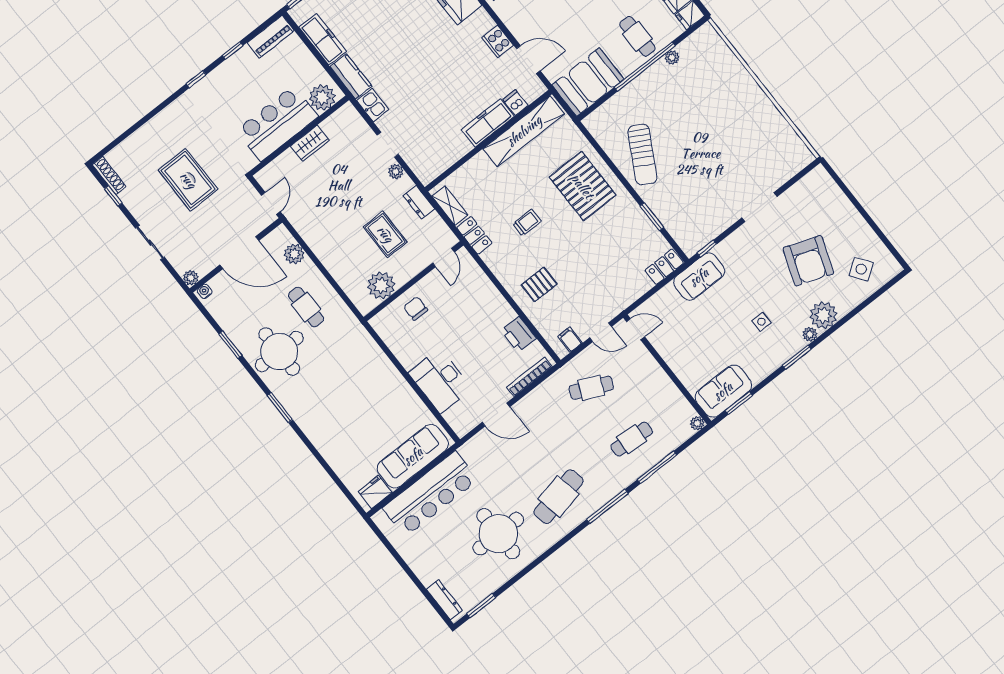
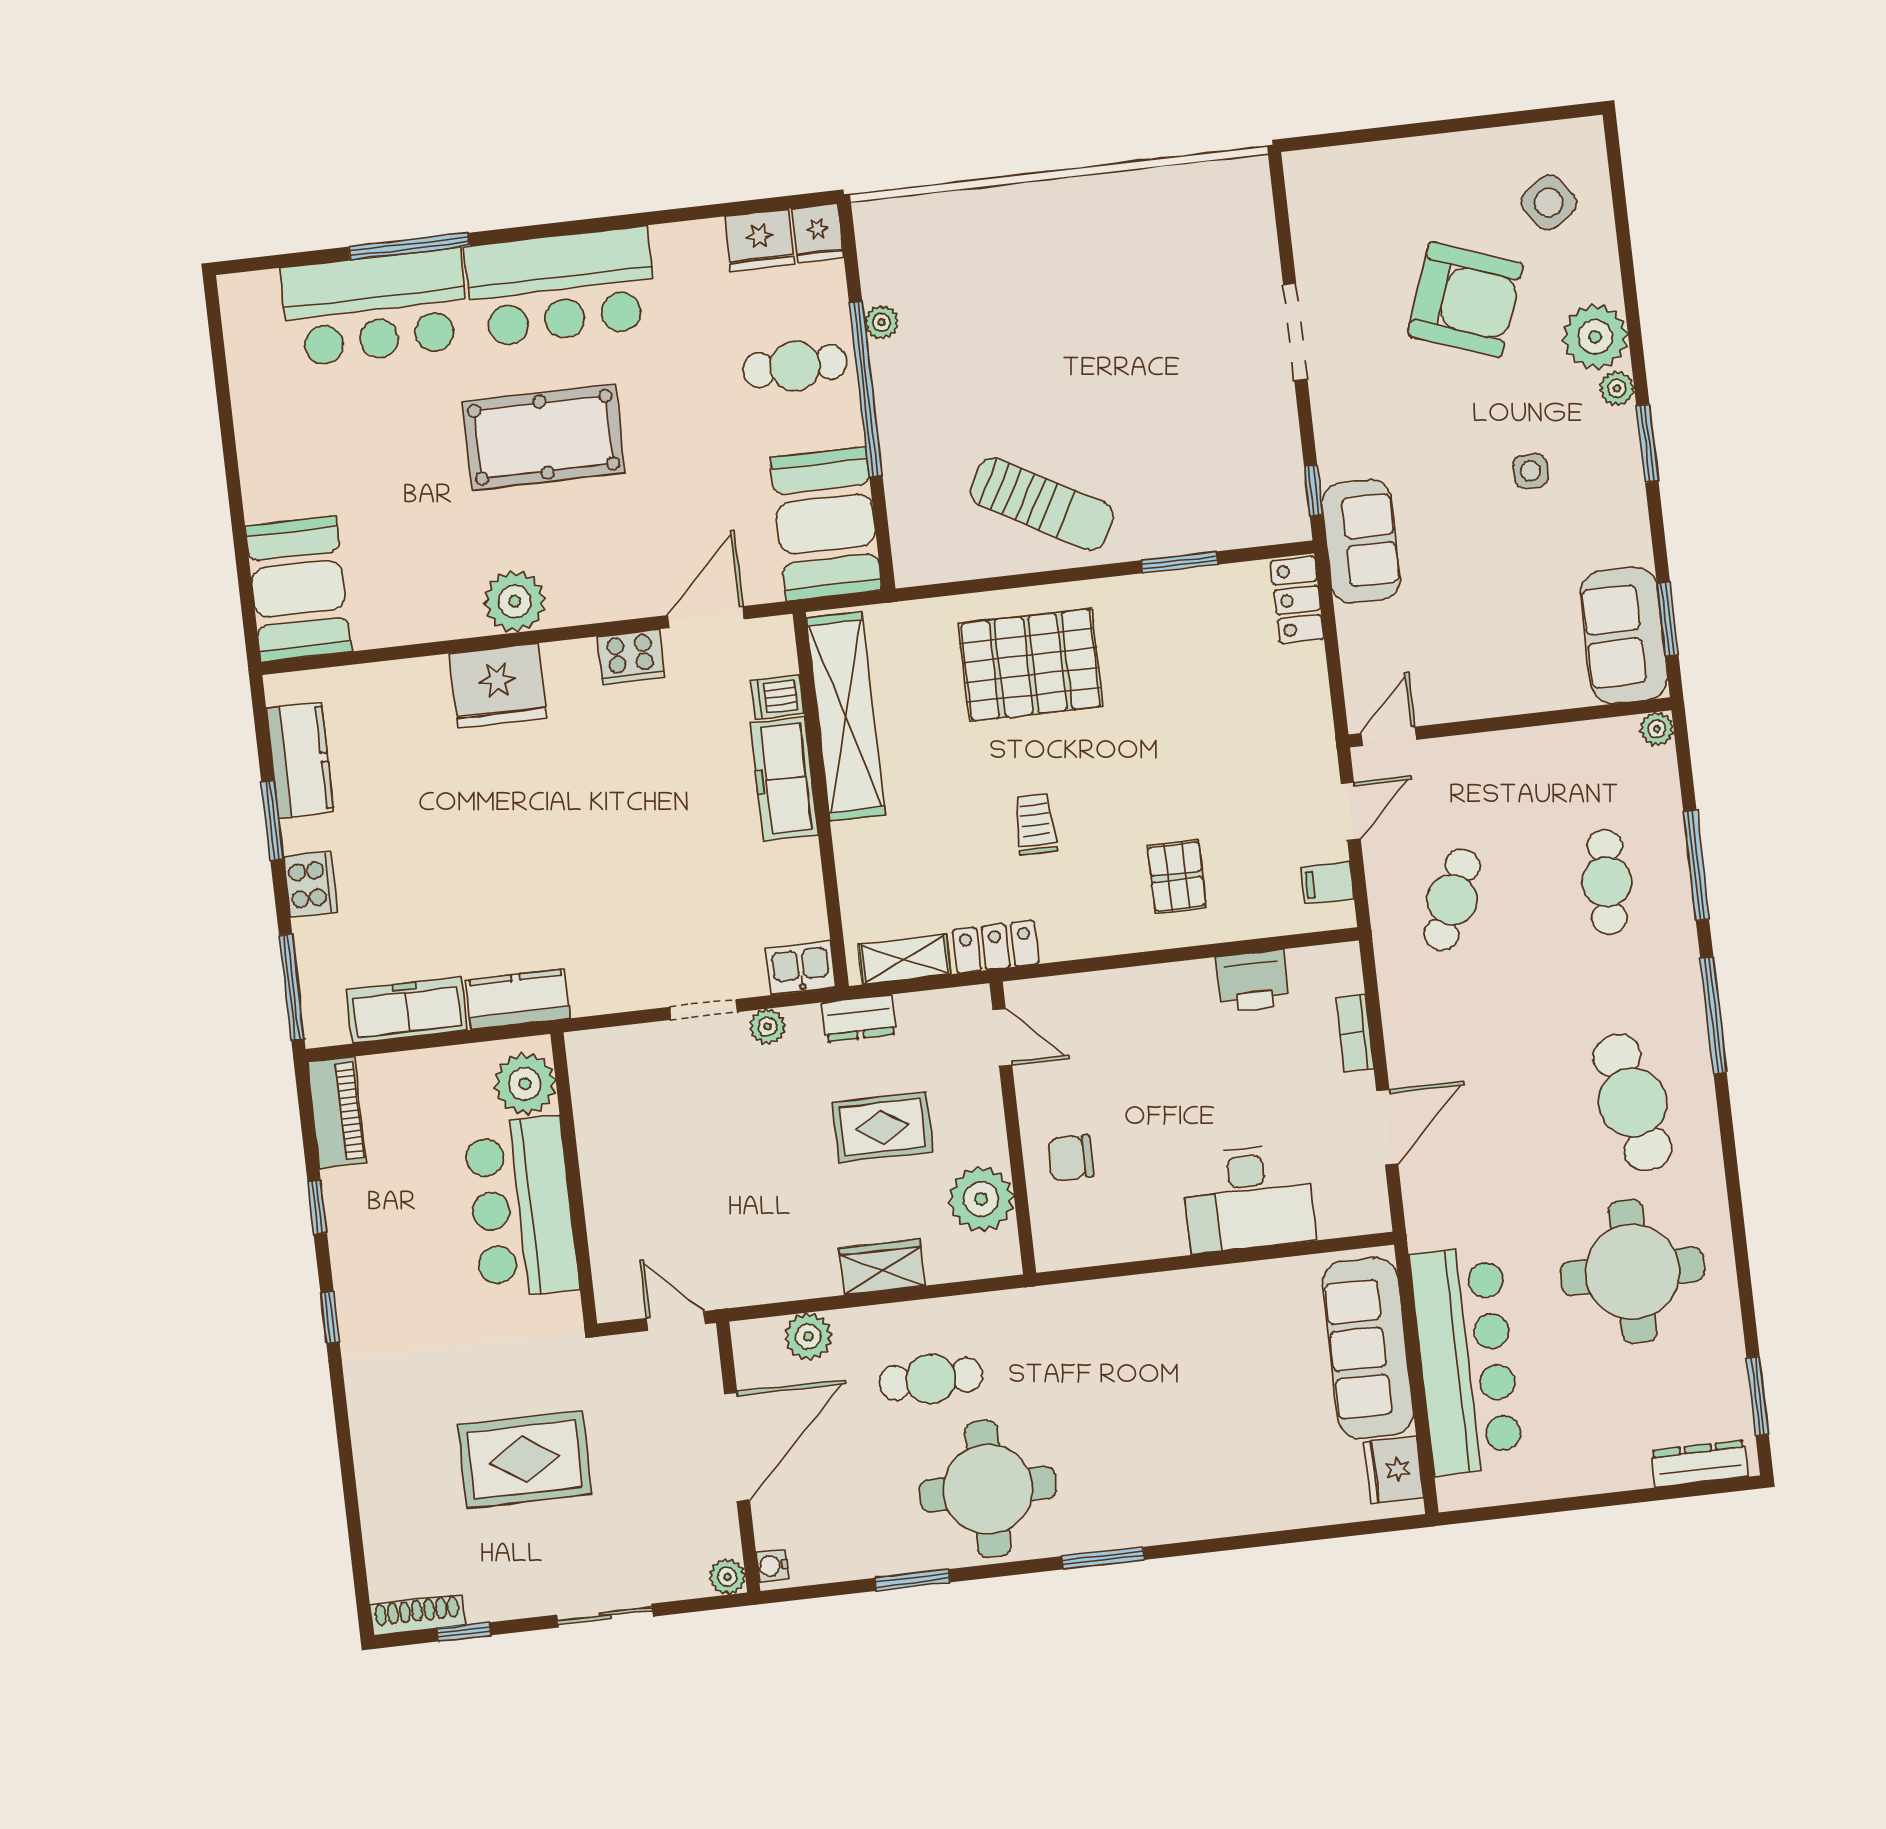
kitchen sink: (373, 105) -> (801, 968), moved
wardrobe: (310, 143) -> (882, 1267), moved, turned -90
bookcase: (529, 377) -> (1355, 1033), width x0.64

